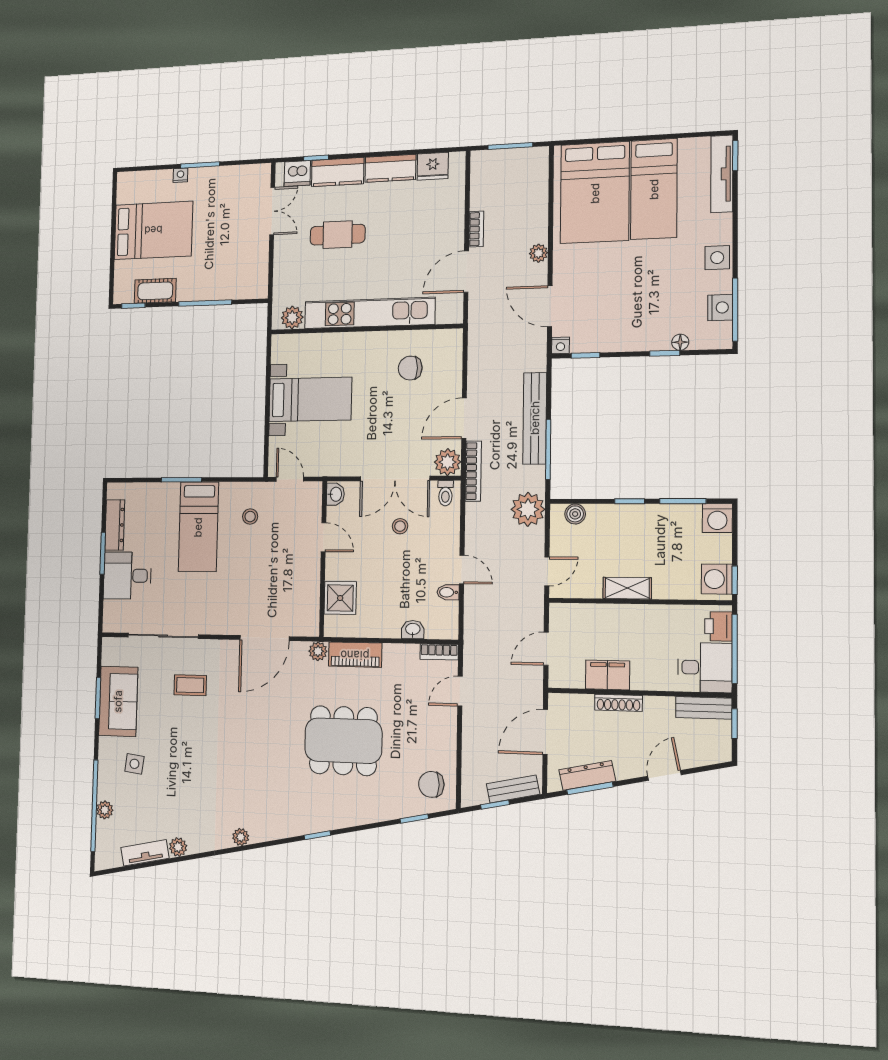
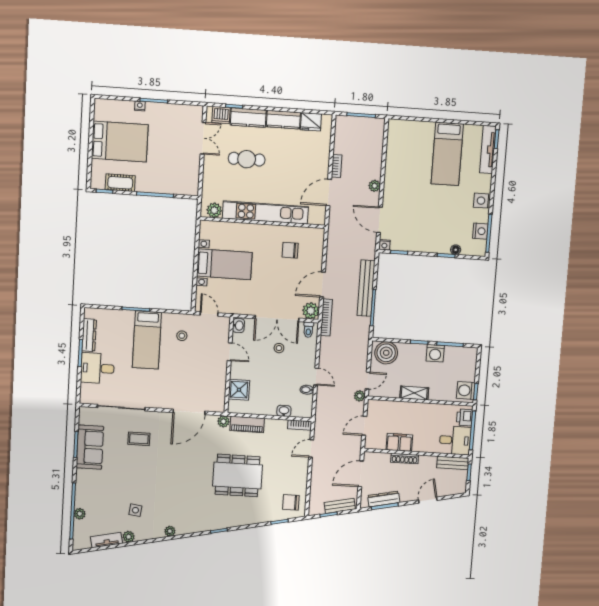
bed: (595, 193) -> (411, 152), removed
plant: (528, 509) -> (360, 396), moved, width x0.53, depth x0.53
boiler: (575, 514) -> (386, 353), width x1.86, depth x1.86
washing machine: (717, 518) -> (435, 353), moved
side table: (134, 764) -> (135, 510), moved

